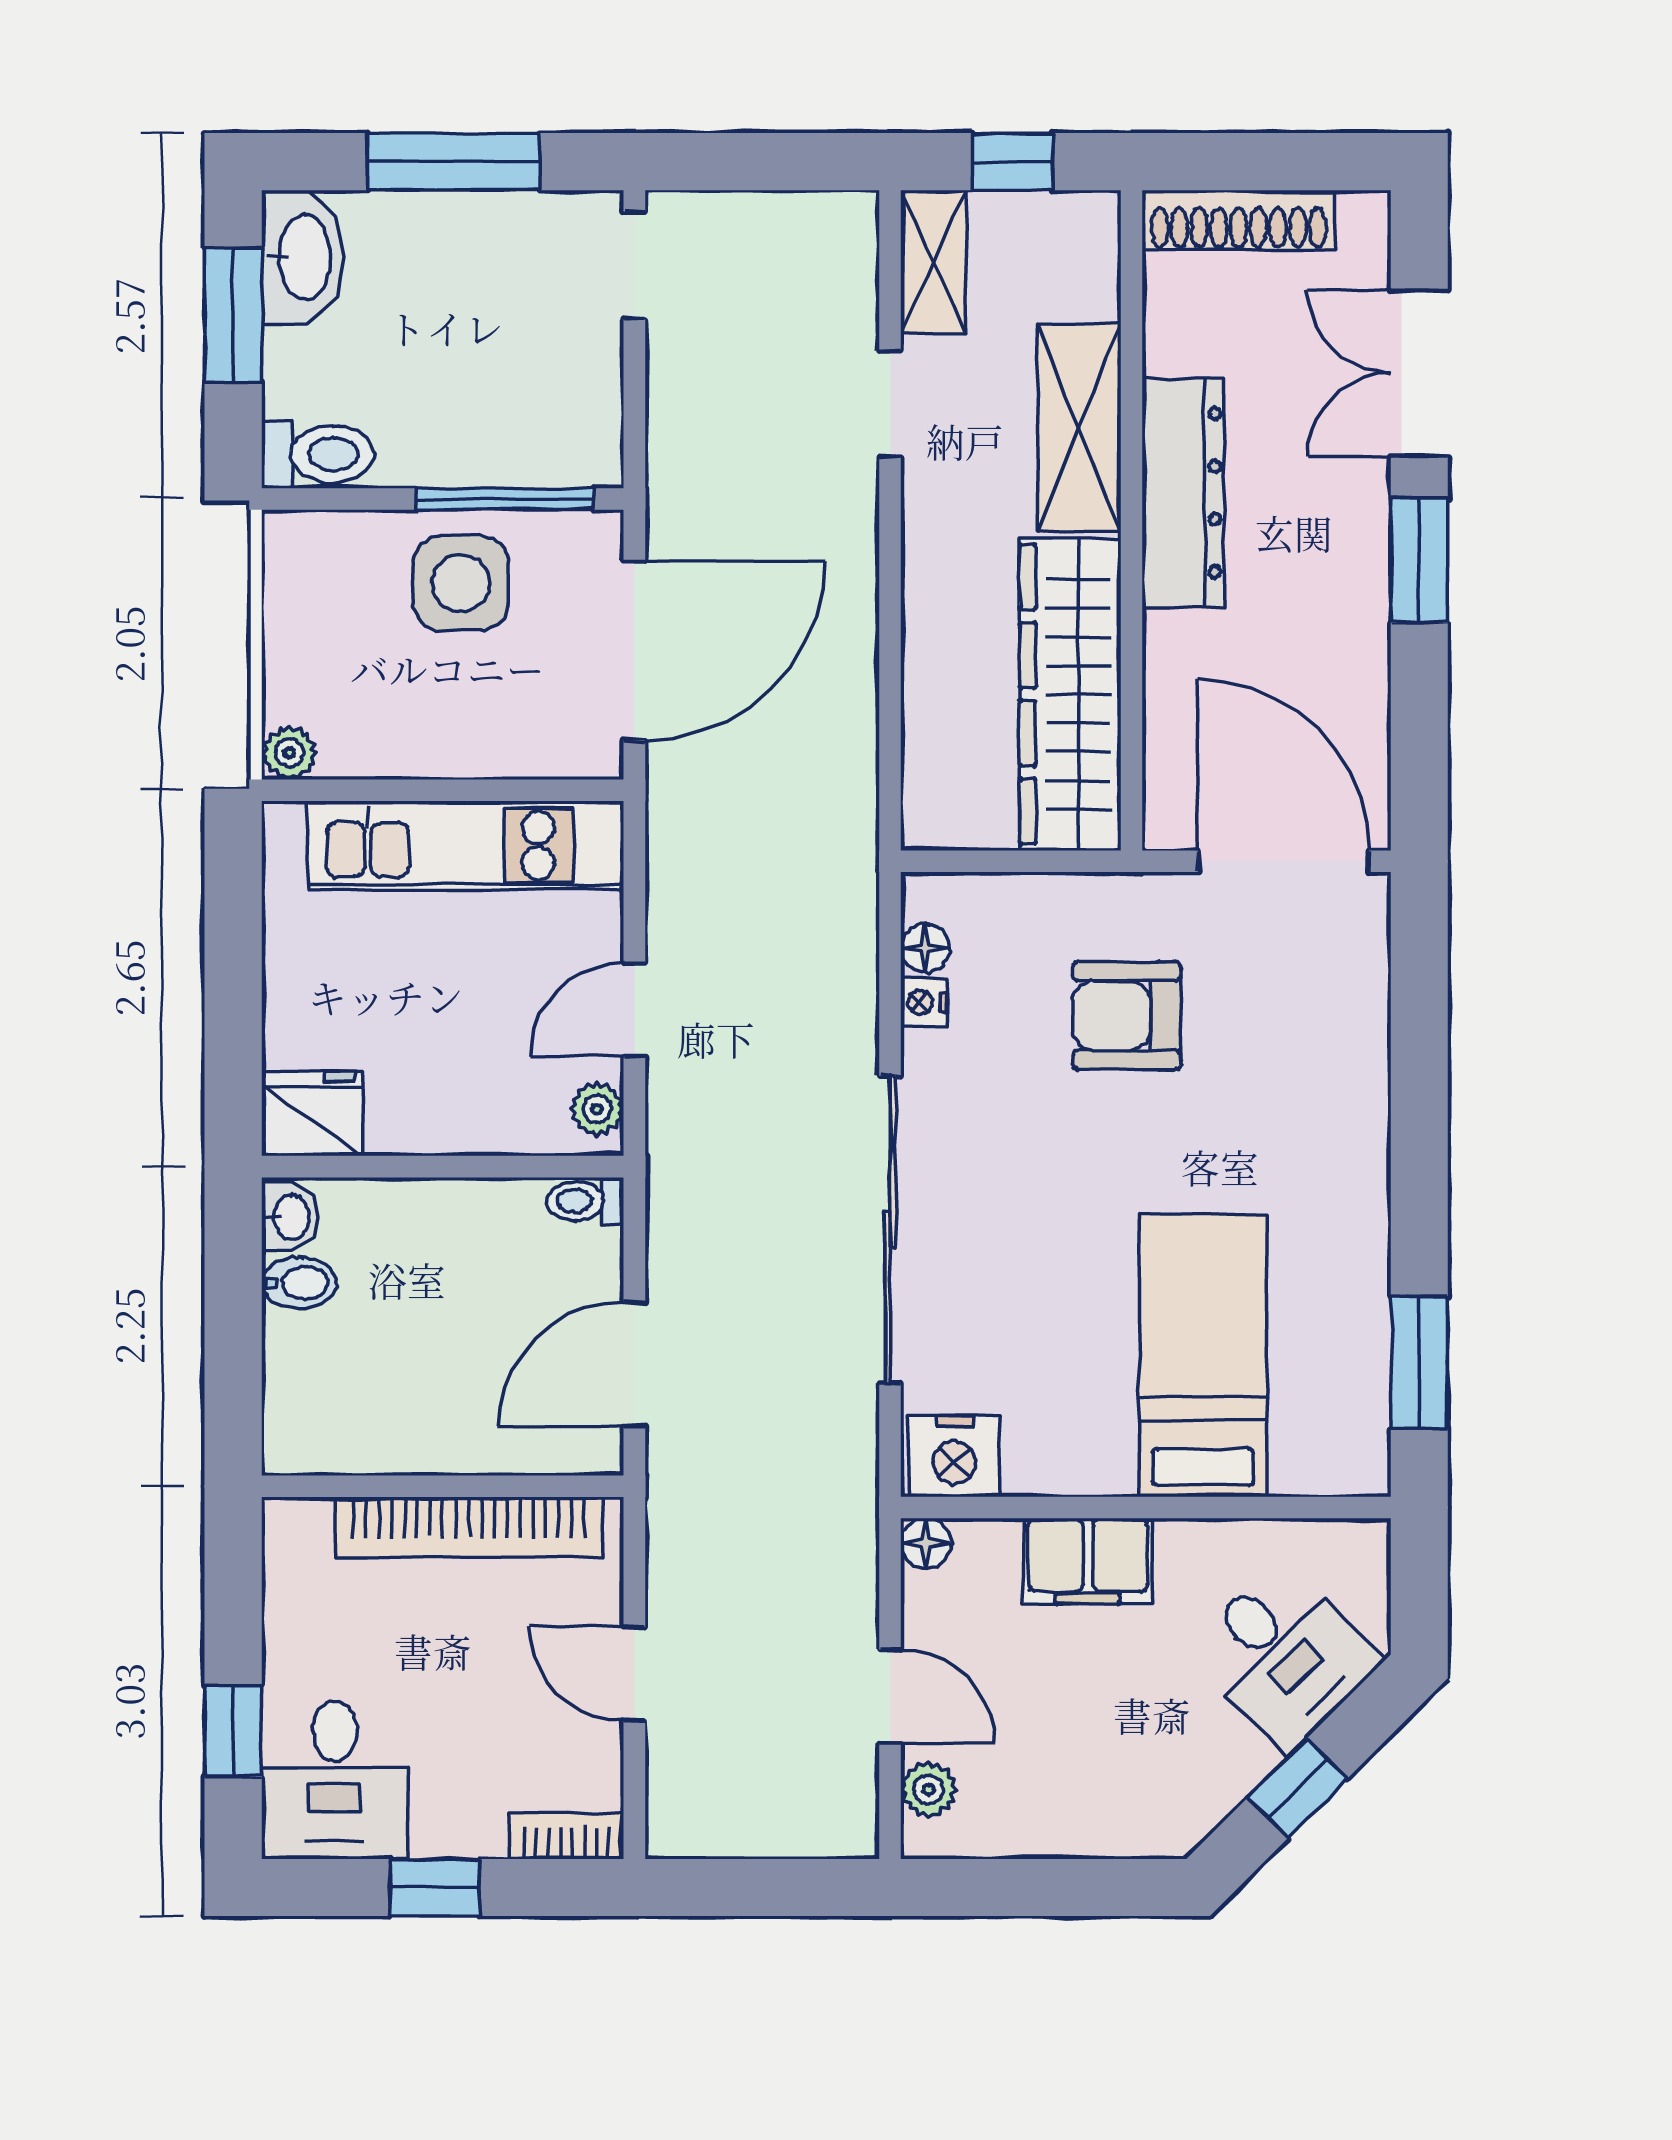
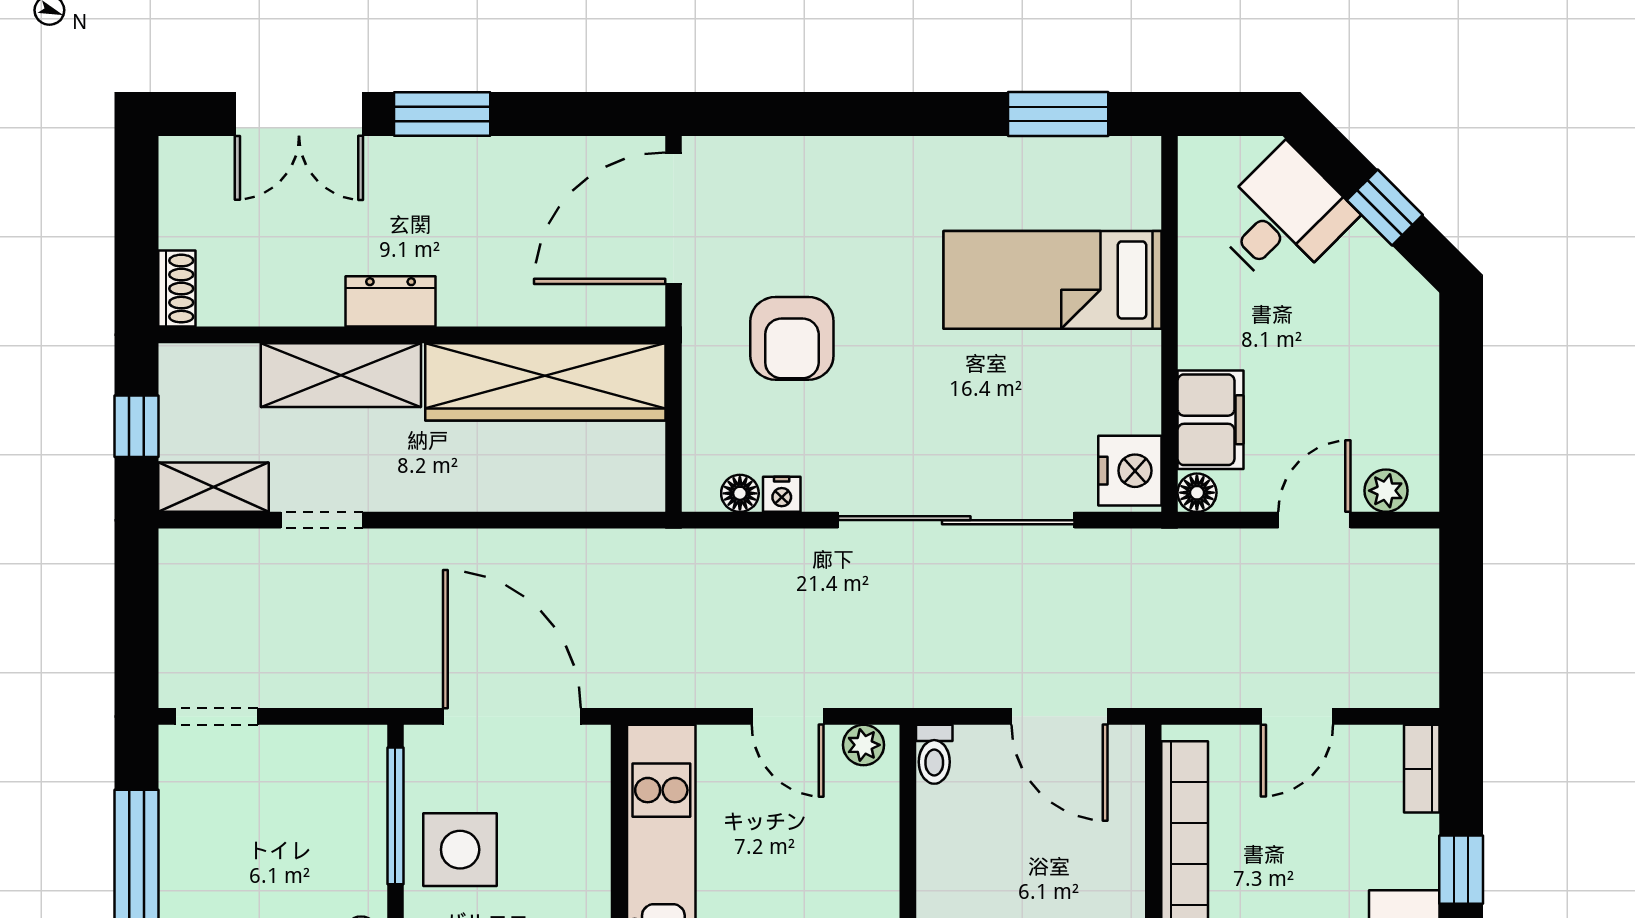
shoe rack: (1239, 220) -> (177, 289), width x0.51, depth x0.81
dresser: (1183, 493) -> (391, 301), width x0.51, depth x0.80
filing cabinet: (1088, 1561) -> (1211, 420), moved

